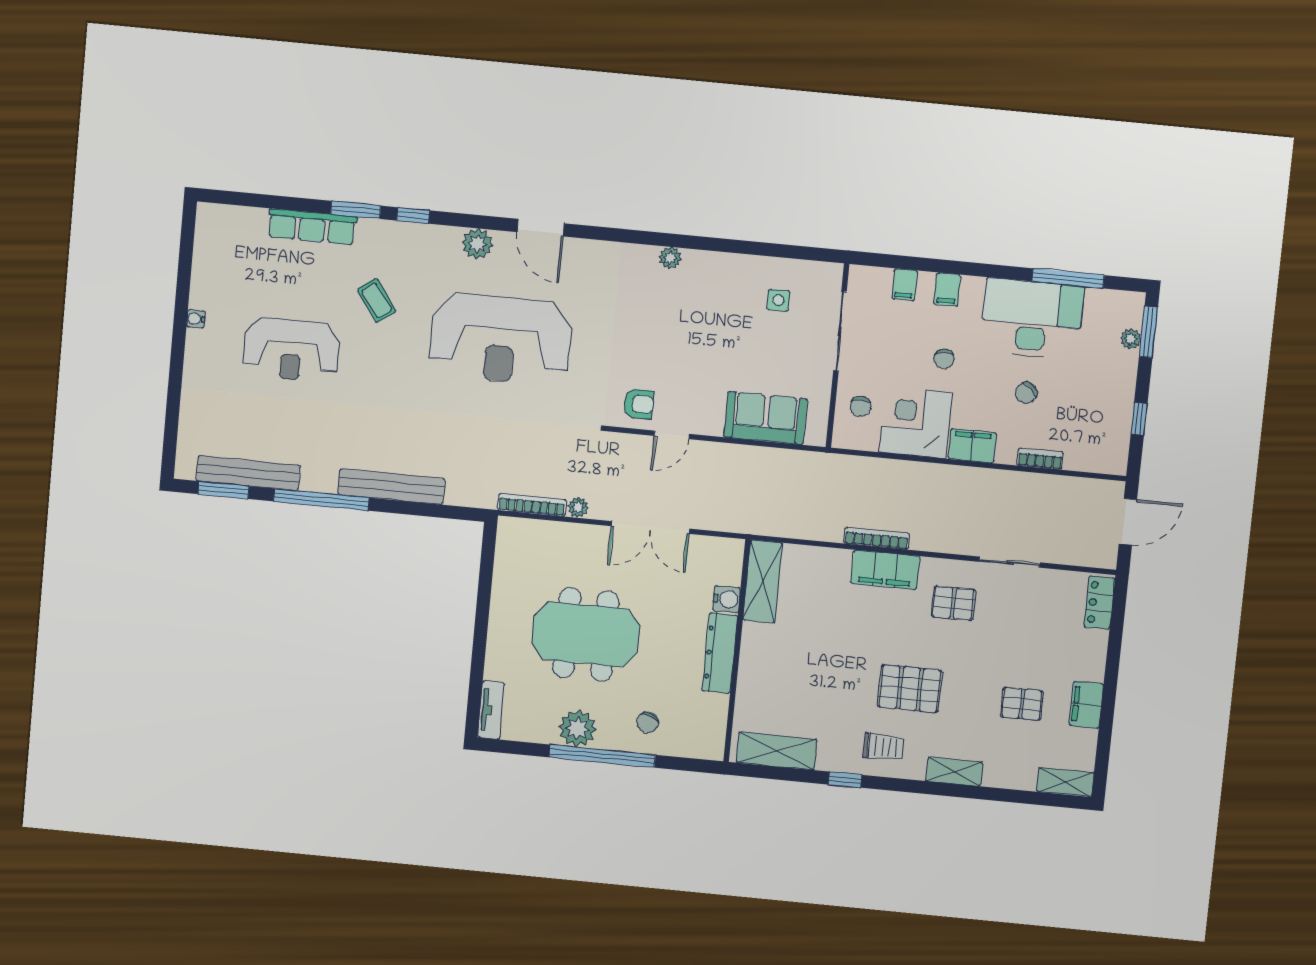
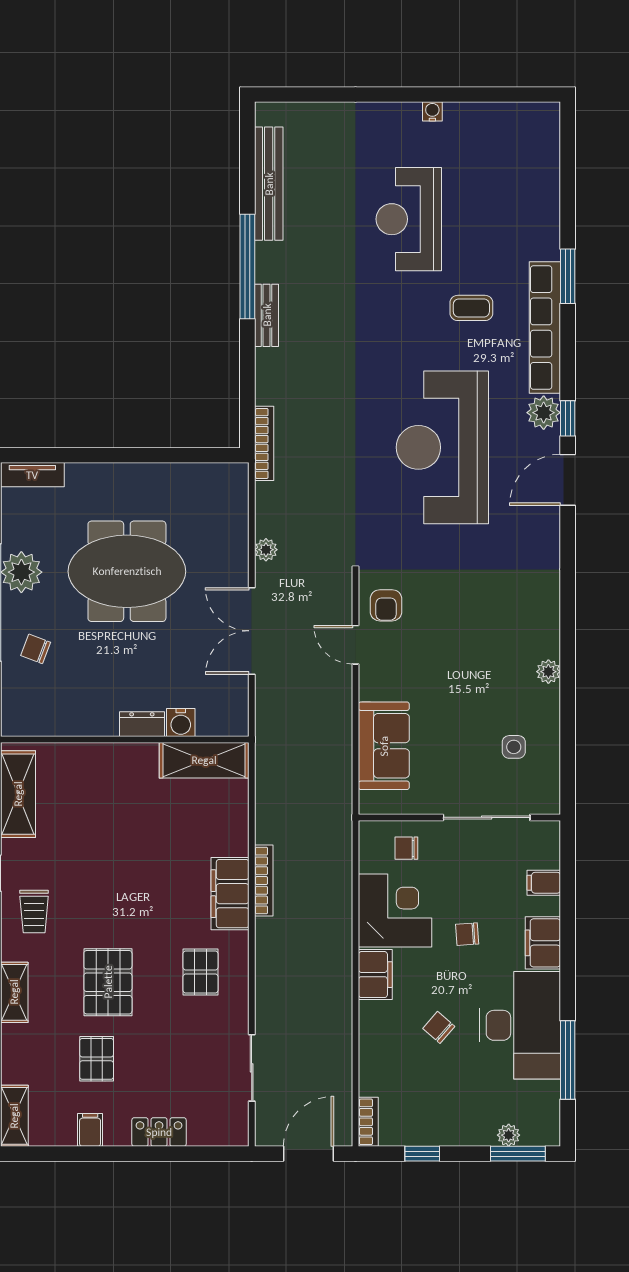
window: (413, 215) -> (568, 418), moved
row of seats: (312, 227) -> (545, 328), moved, width x1.36
plant: (670, 258) -> (548, 672), moved
filing cabinet: (947, 290) -> (543, 943), width x2.00
coffee table: (377, 300) -> (471, 308), turned 36
bookcase: (1040, 459) -> (368, 1122), moved
bench: (391, 487) -> (267, 315), width x0.54, depth x0.82
window: (223, 490) -> (247, 158), removed
bookcase: (532, 505) -> (264, 443), moved
door: (1128, 522) -> (309, 1154), swing flipped
sliding door: (1010, 562) -> (252, 1068), moved
locker: (1099, 603) -> (159, 1132), moved
meeting table: (586, 634) -> (127, 571), turned 90
dresser: (720, 653) -> (142, 724), width x0.51, depth x0.80
pallet: (910, 689) -> (108, 982), moved
filing cabinet: (1086, 705) -> (90, 1130), width x0.50

